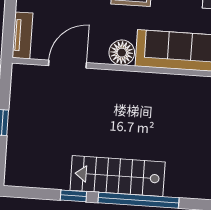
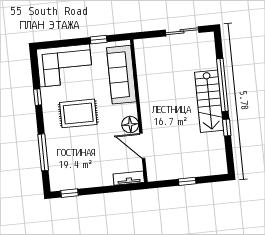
floor lamp: (122, 53) -> (130, 125), moved

